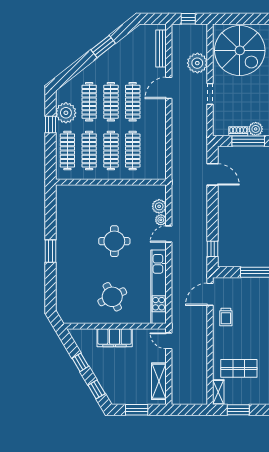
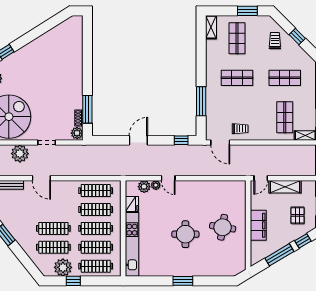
clothes rail: (133, 102) -> (96, 191), moved
plant: (256, 129) -> (77, 133), moved
door: (213, 174) -> (138, 140), moved
fridge: (139, 192) -> (132, 204), added
round table: (114, 241) -> (185, 234), moved
kitchen unit: (159, 287) -> (132, 244), moved, turned -90
round table: (112, 297) -> (223, 227), turned 35
window: (80, 362) -> (279, 255), width x2.17
shelving: (159, 381) -> (285, 187), moved
pallet: (126, 383) -> (298, 215), added

